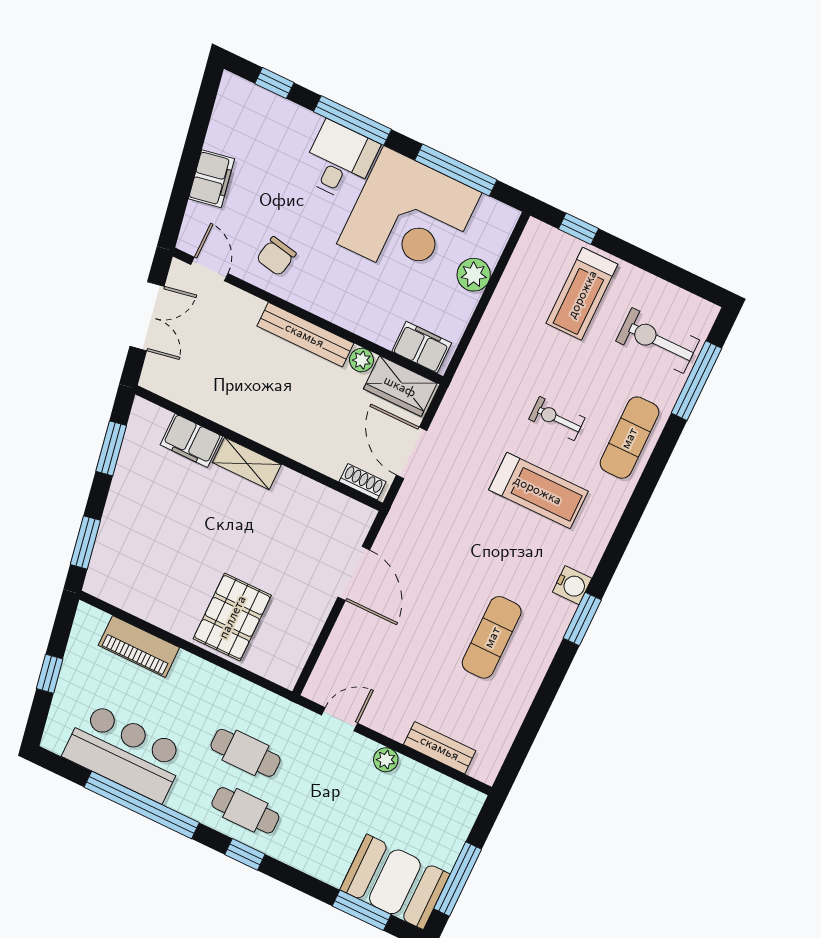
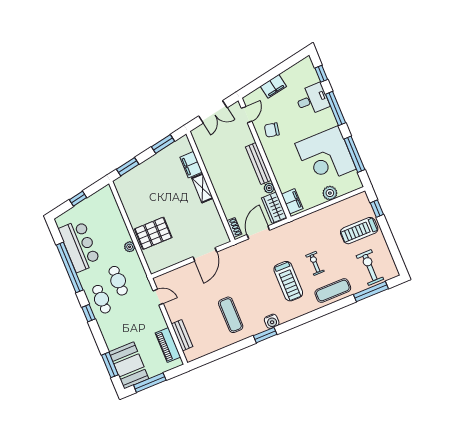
desk: (339, 161) -> (312, 99), moved
exercise mat: (492, 637) -> (231, 315), turned 90
piano: (139, 646) -> (168, 345), moved
plant: (386, 760) -> (130, 247), moved

